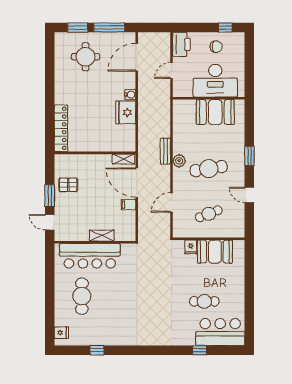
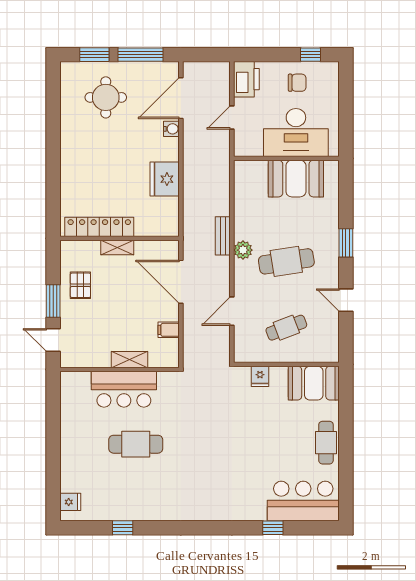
water cooler: (130, 95) -> (171, 129), moved
locker: (61, 128) -> (99, 227), moved, turned -90
shelving: (124, 159) -> (117, 247), moved
pallet: (68, 185) -> (80, 285), turned 90
filing cabinet: (128, 205) -> (169, 330), moved
booth: (215, 252) -> (314, 383), moved
bar counter: (90, 256) -> (124, 389), width x0.73
cafe table: (82, 296) -> (136, 444), moved, turned 90
cafe table: (204, 301) -> (326, 443), moved, turned 90

